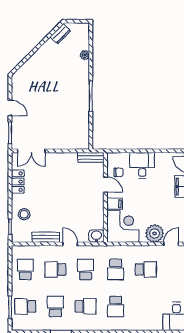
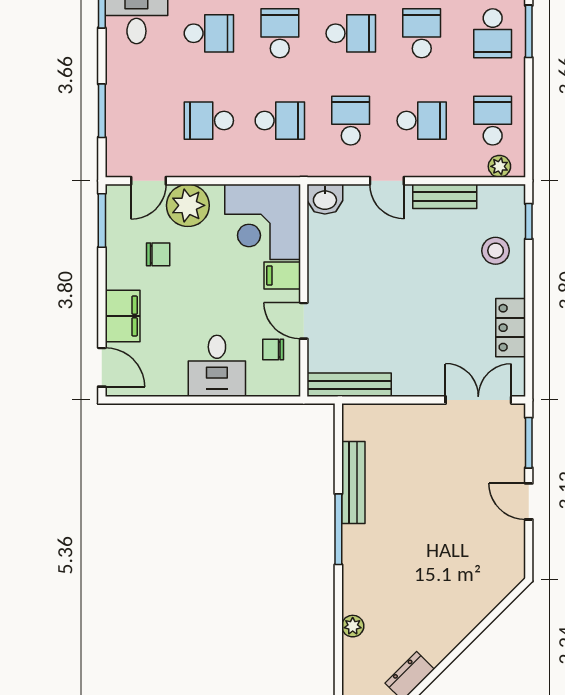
bench: (84, 116) -> (353, 483), added
bench: (91, 157) -> (349, 385), width x1.36
chair: (167, 213) -> (158, 254), added
plant: (22, 250) -> (499, 166), added
school desk: (25, 269) -> (493, 121), turned 180
school desk: (86, 269) -> (351, 121), turned 180
school desk: (116, 269) -> (280, 121), turned 90
school desk: (25, 306) -> (493, 33), turned 90
school desk: (55, 306) -> (422, 33), turned 180
school desk: (86, 306) -> (351, 33), turned 180
school desk: (146, 306) -> (209, 33), added

